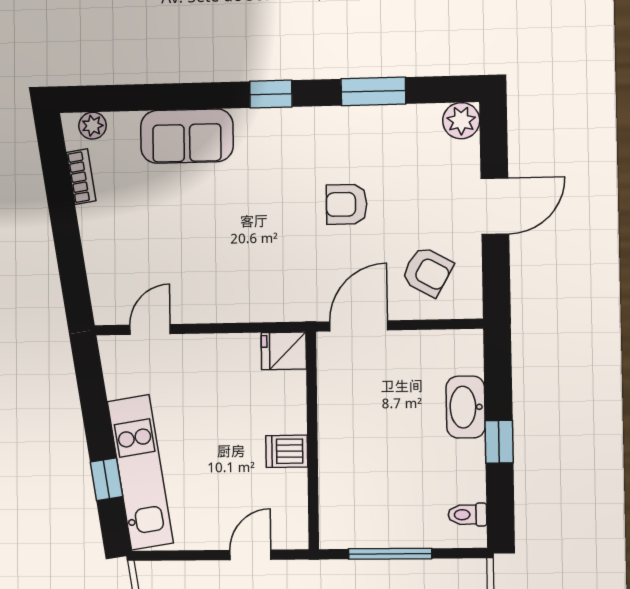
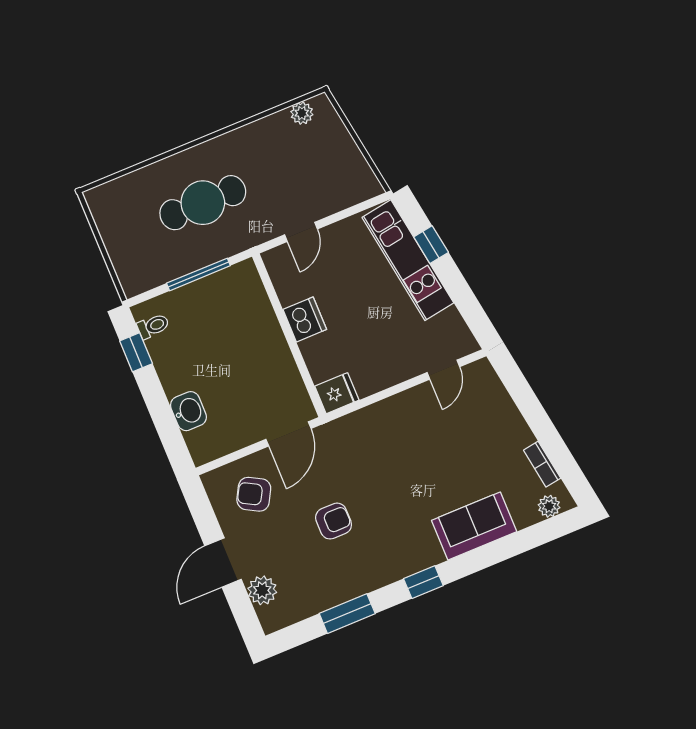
plant: (461, 121) -> (262, 590), moved
washbasin: (466, 407) -> (188, 411), width x0.72
window: (499, 442) -> (136, 352), moved
dishwasher: (287, 451) -> (305, 319), width x1.38

